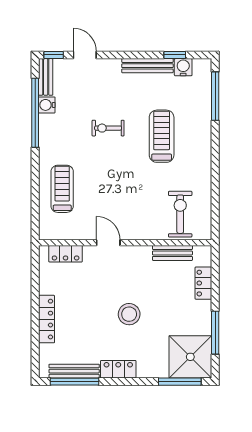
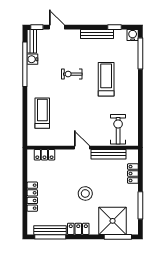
water cooler: (183, 67) -> (133, 35), moved
door: (108, 243) -> (82, 148), moved
bench: (172, 253) -> (108, 154), width x1.36
shower: (190, 357) -> (113, 221), moved

